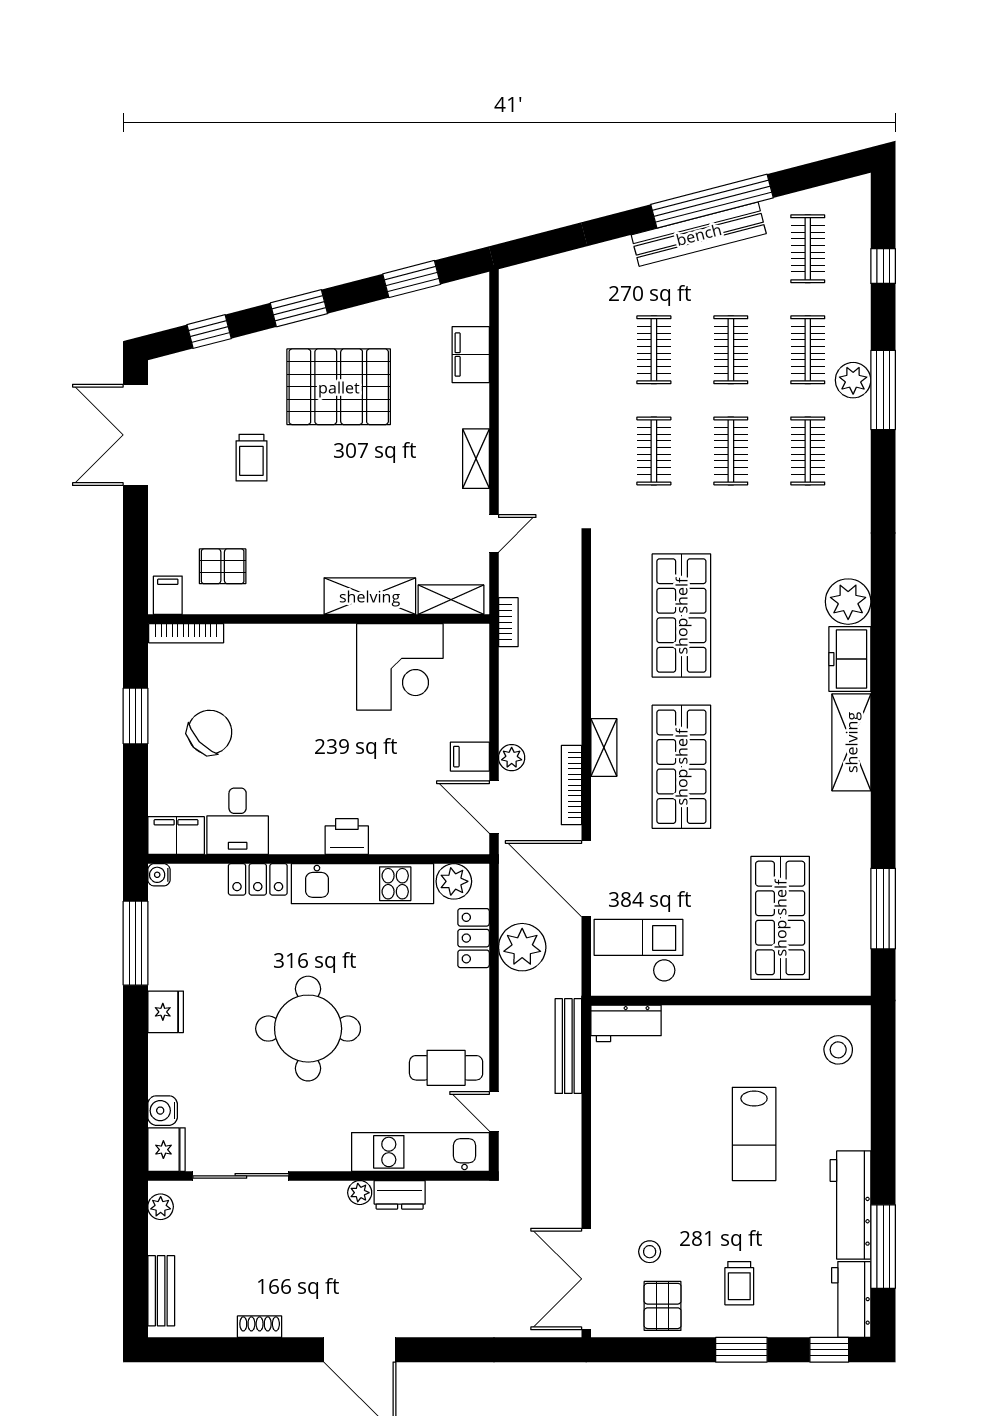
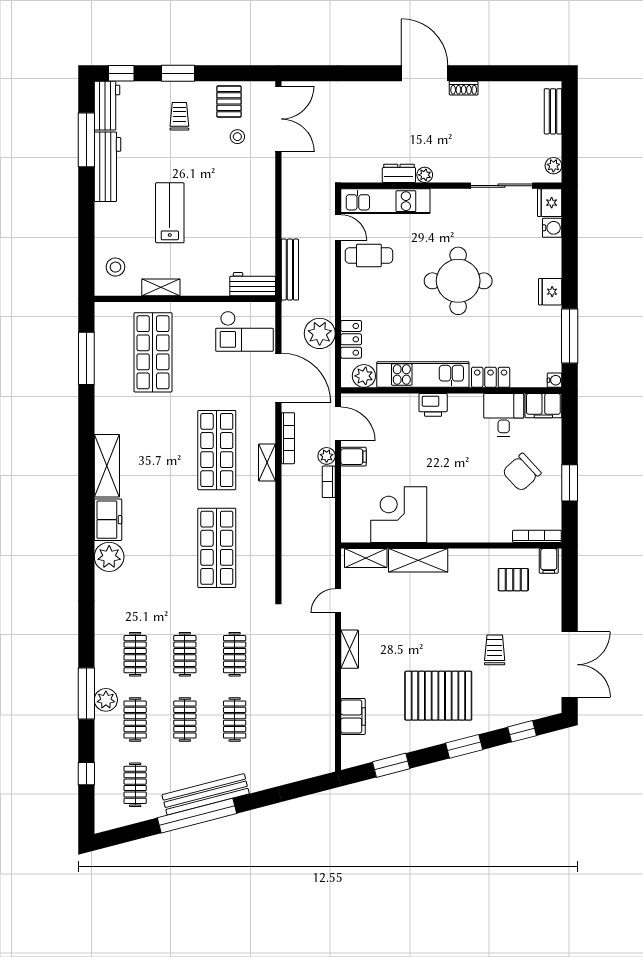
bookcase: (508, 622) -> (329, 482), moved
shelving: (768, 1018) -> (161, 287), added
shoe rack: (260, 1327) -> (464, 88), moved

